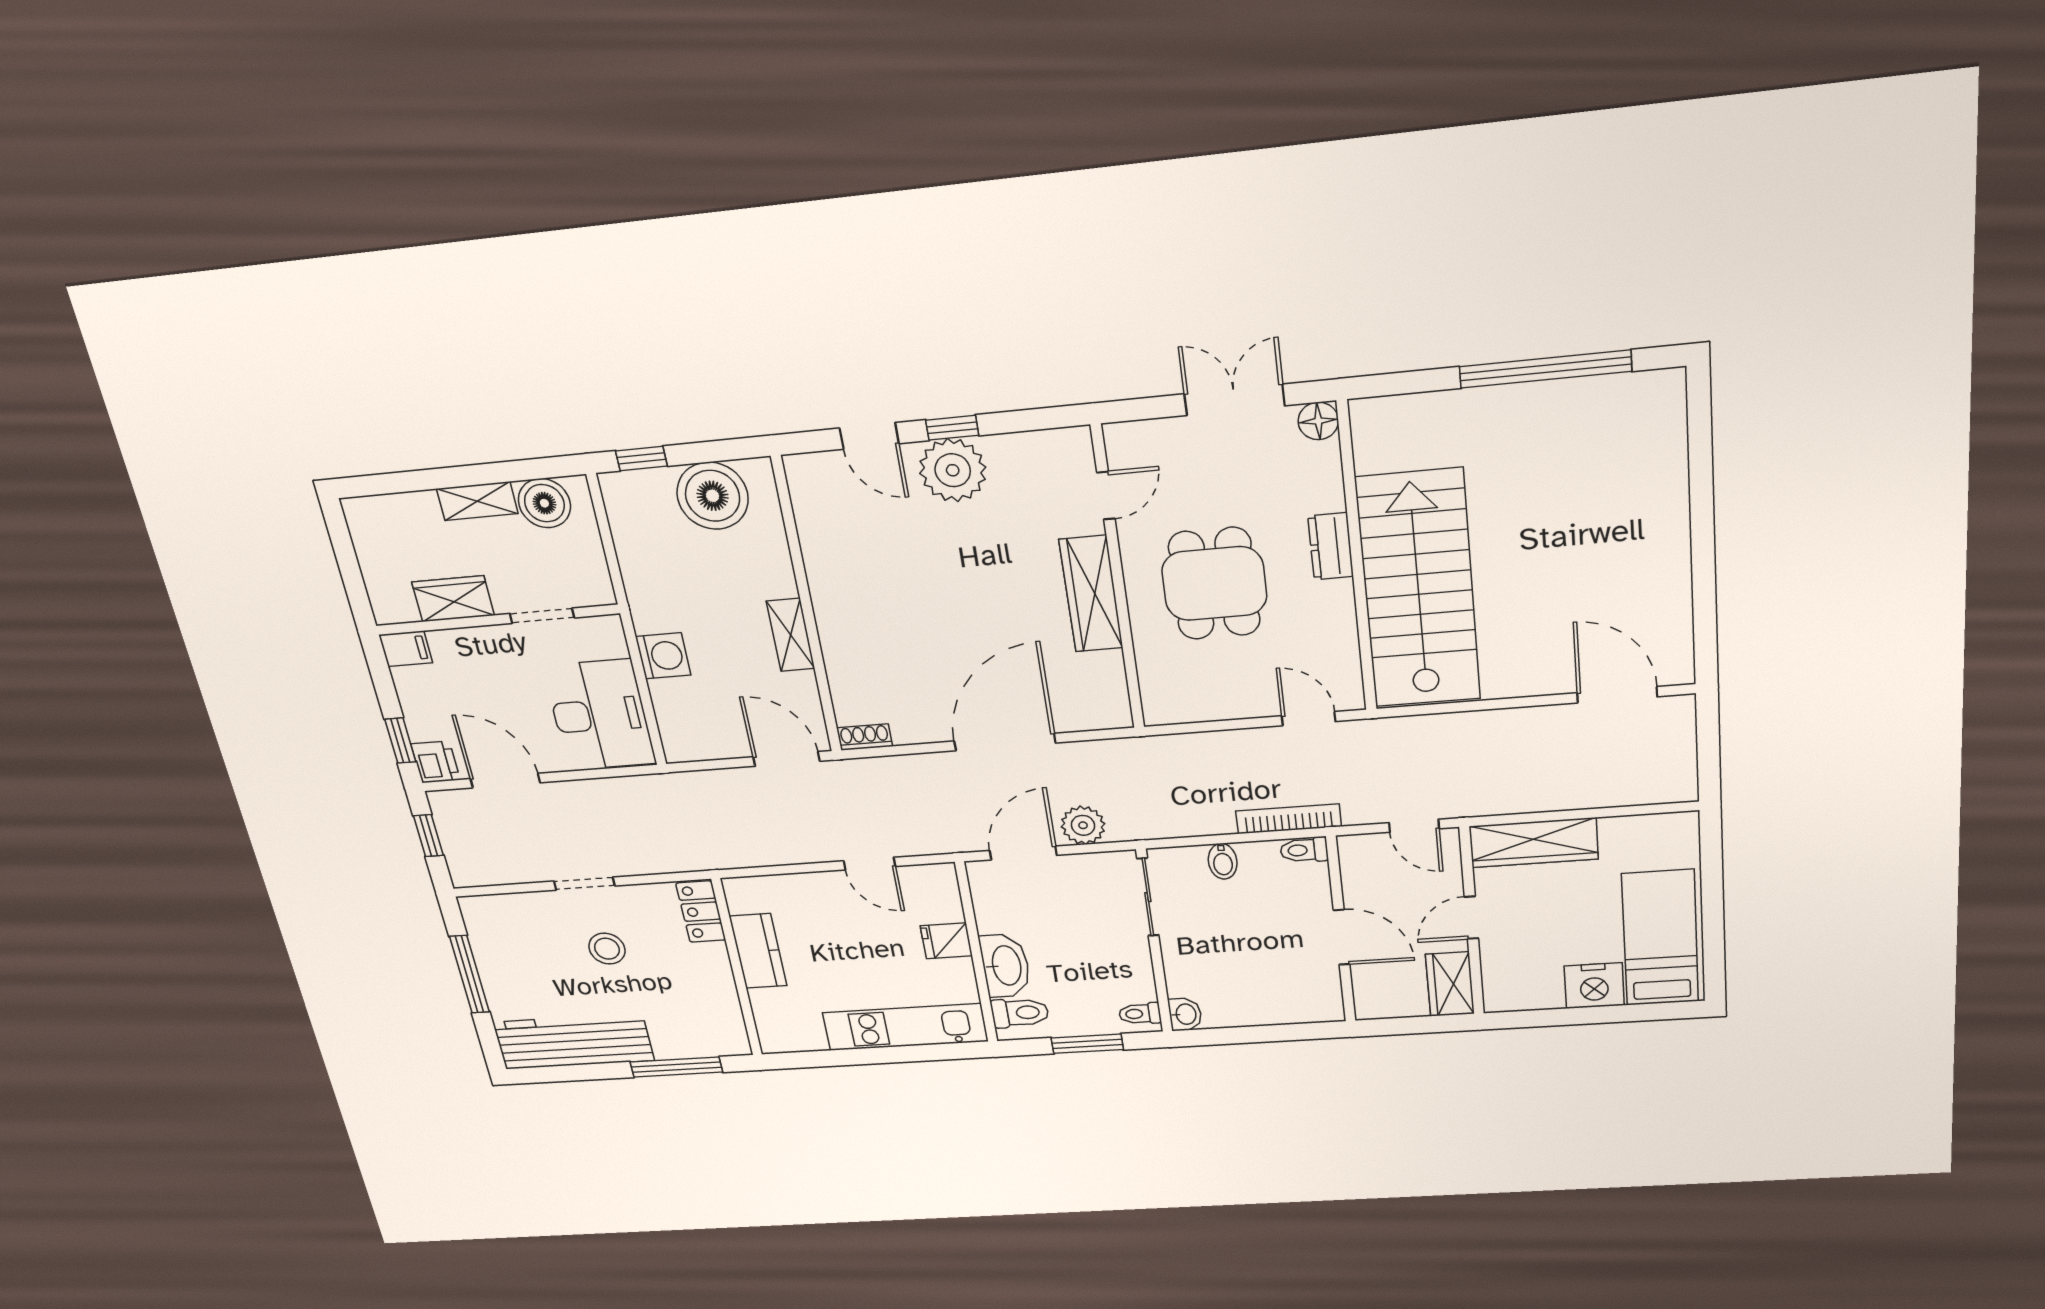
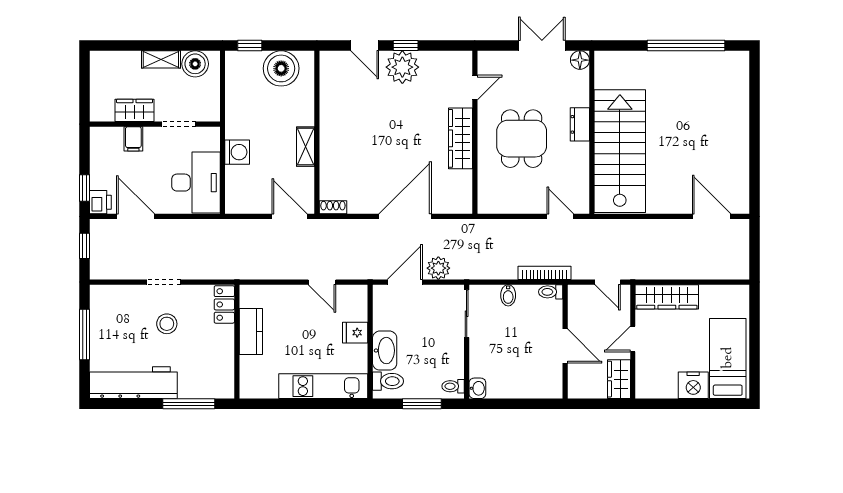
filing cabinet: (406, 649) -> (133, 139), moved, turned 90

